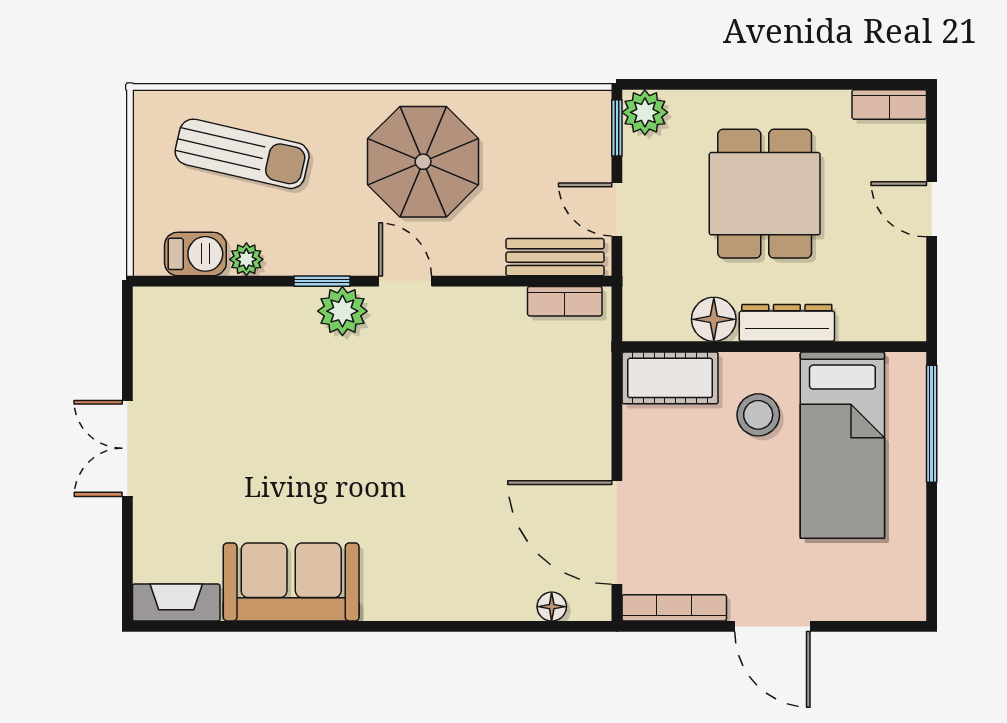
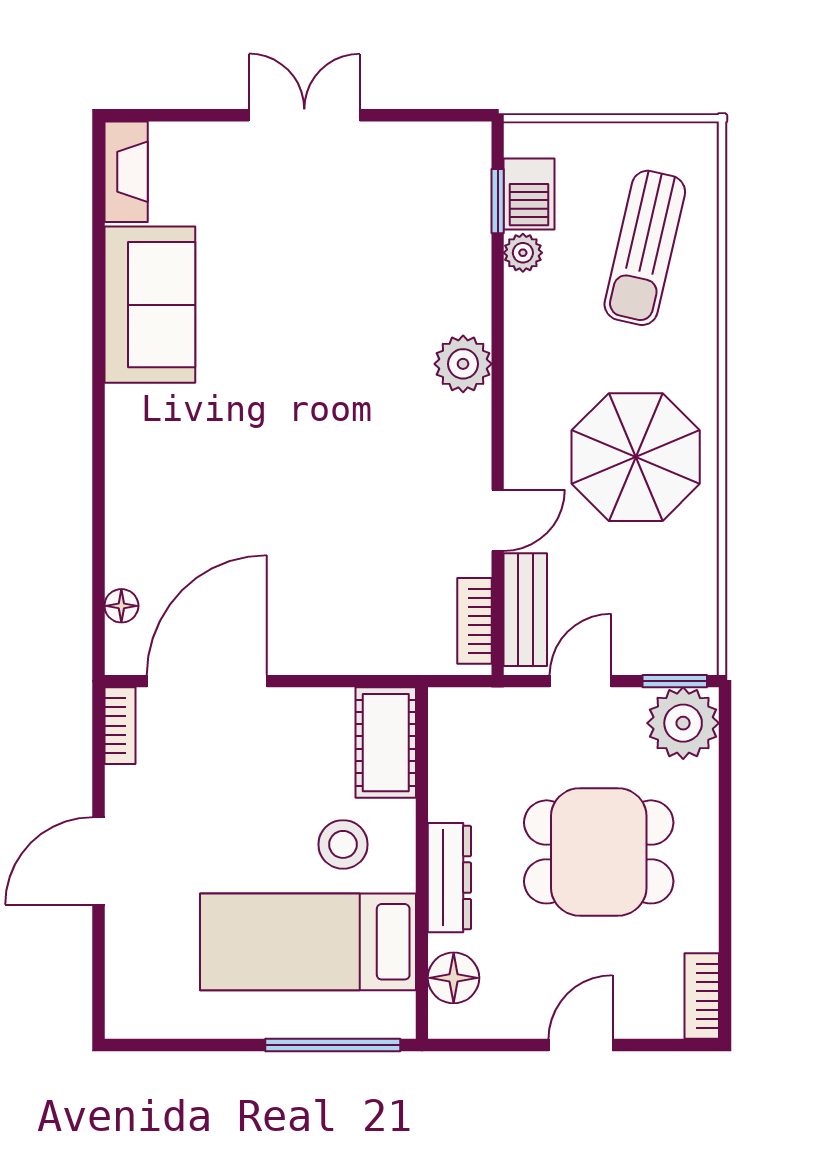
plant: (645, 112) -> (683, 723), width x1.36, depth x1.36
window: (322, 281) -> (498, 201), moved
door: (405, 281) -> (498, 520), moved
floor lamp: (714, 319) -> (454, 978), moved
bookcase: (674, 608) -> (120, 726), width x0.64

